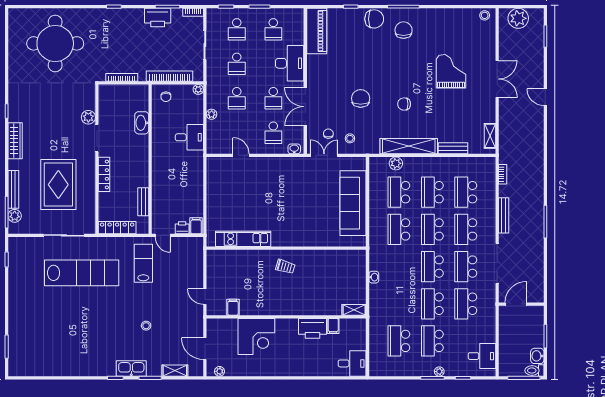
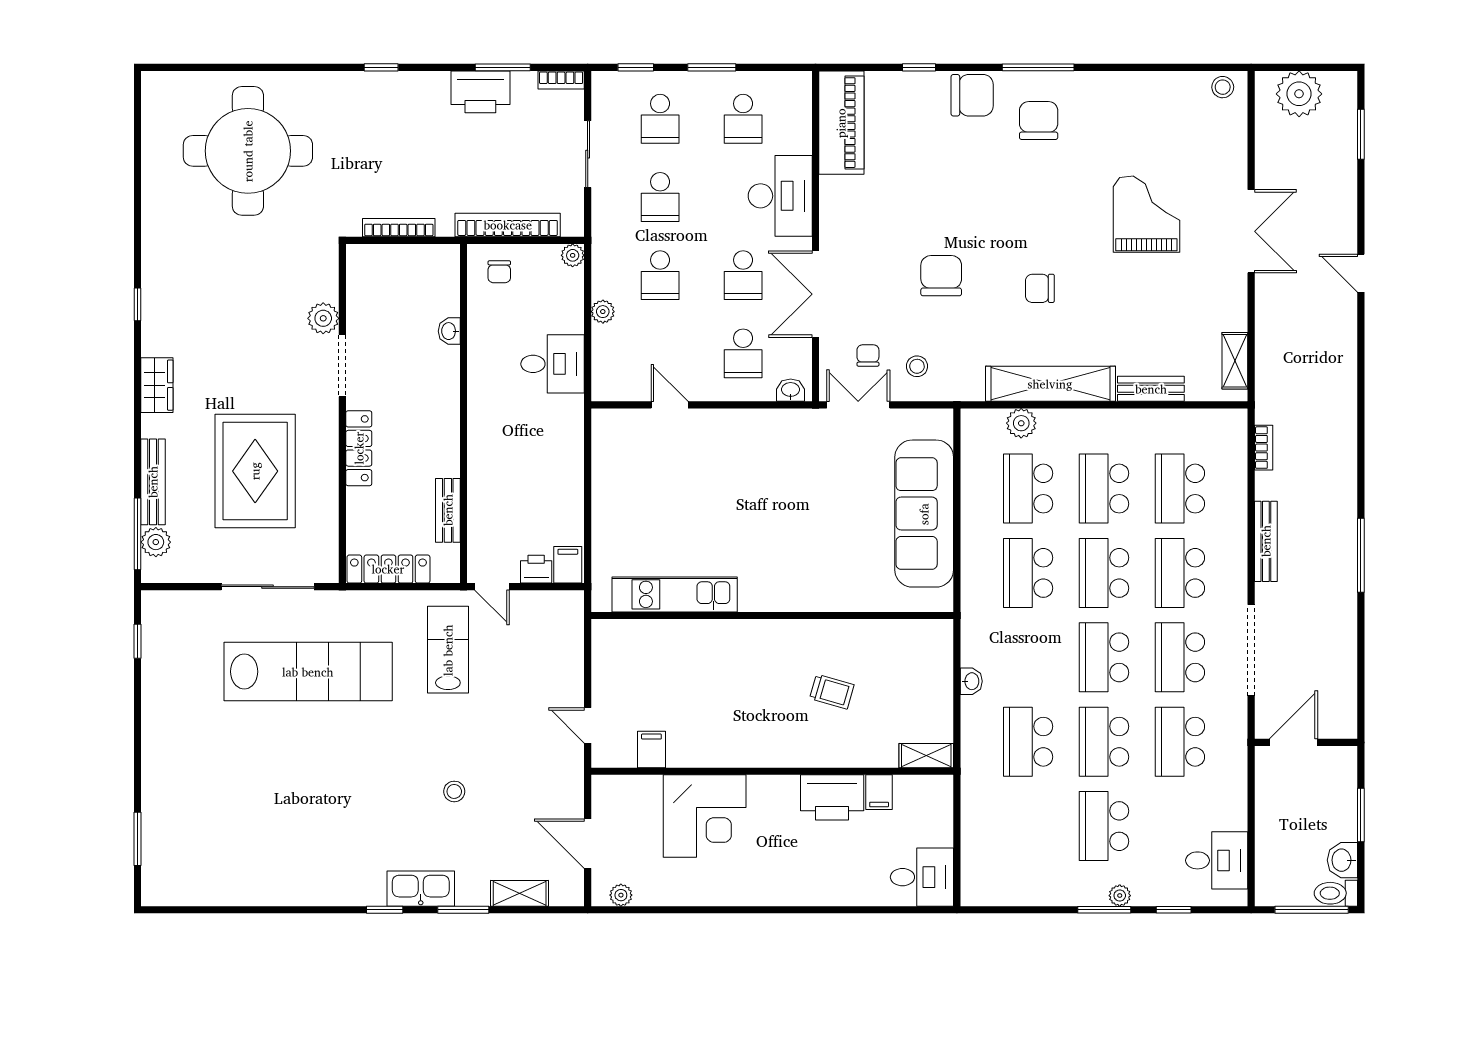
washbasin: (142, 123) -> (449, 331), width x0.52, depth x0.69
wardrobe: (15, 141) -> (157, 385), width x0.67
trolley: (285, 267) -> (832, 692), moved
school desk: (399, 341) -> (1028, 742), moved

